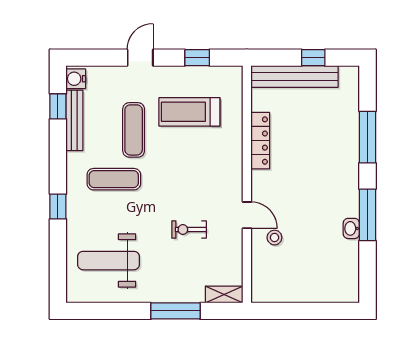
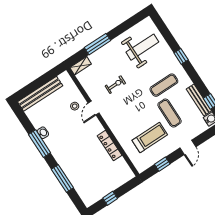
bench: (294, 76) -> (40, 94), moved
door: (247, 215) -> (94, 108), hinge flipped

